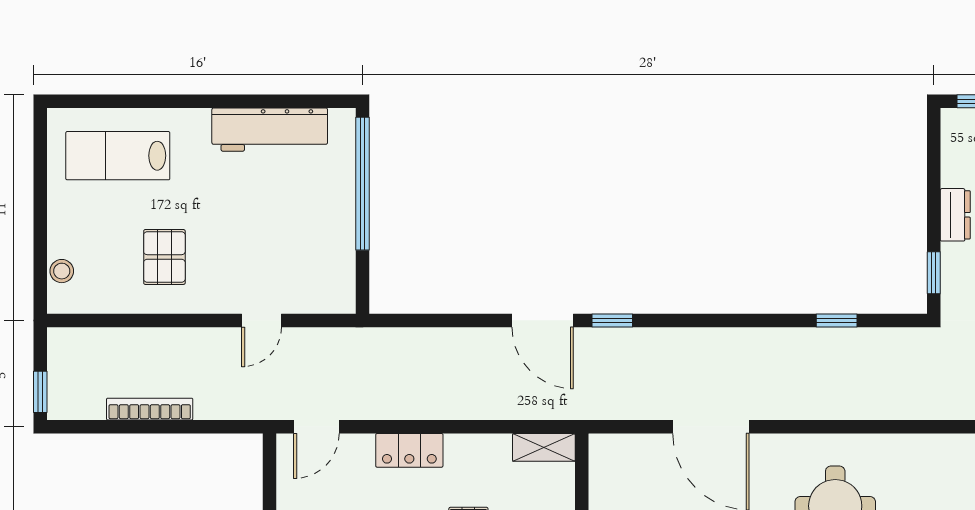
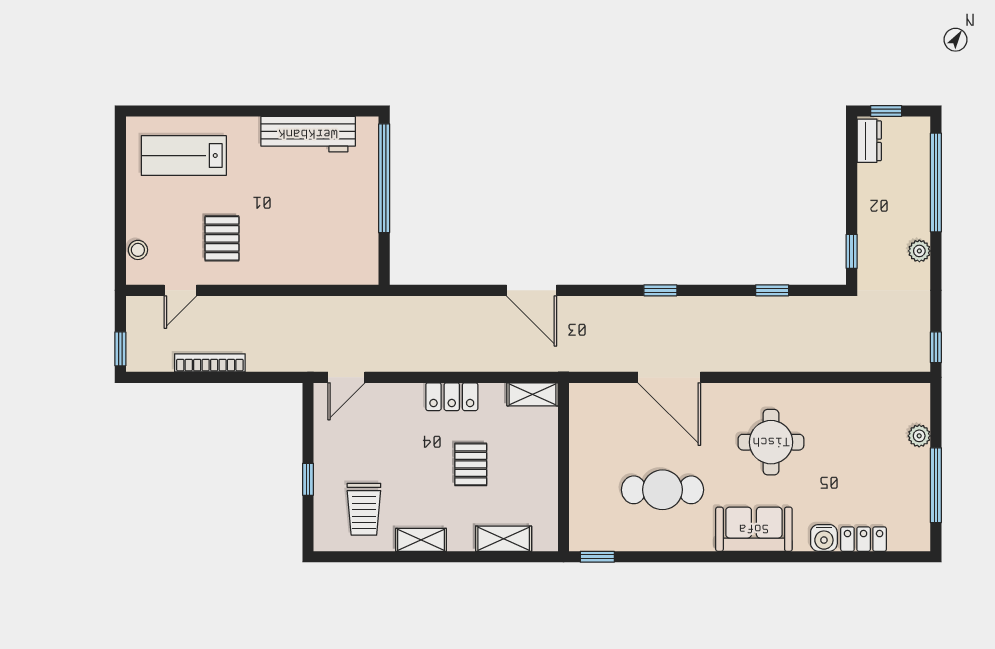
dresser: (955, 215) -> (869, 141), moved
door: (262, 320) -> (180, 290), moved
window: (612, 320) -> (660, 290), moved
locker: (409, 450) -> (452, 397), moved

